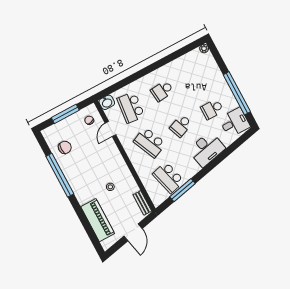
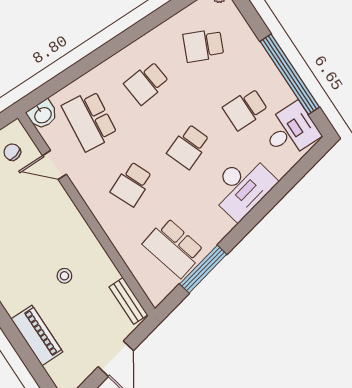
school desk: (193, 74) -> (203, 45), added
door: (110, 129) -> (54, 165), hinge flipped
school desk: (150, 143) -> (132, 184), width x0.54
piano: (98, 220) -> (37, 335), width x0.73, depth x0.75

